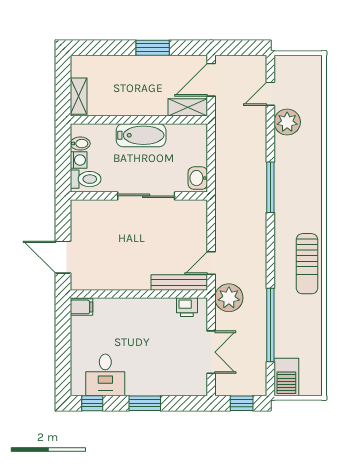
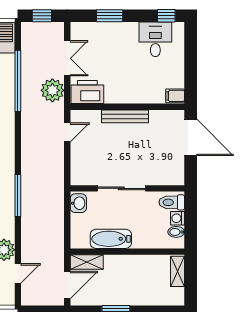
bathtub: (141, 135) -> (111, 239), moved
door: (63, 257) -> (191, 137), width x1.36
bench: (179, 282) -> (125, 116), moved
plant: (229, 298) -> (52, 90), moved
printer: (187, 307) -> (87, 92), width x1.87, depth x1.48
double door: (211, 352) -> (67, 58), swing flipped
window: (145, 403) -> (110, 16), moved

